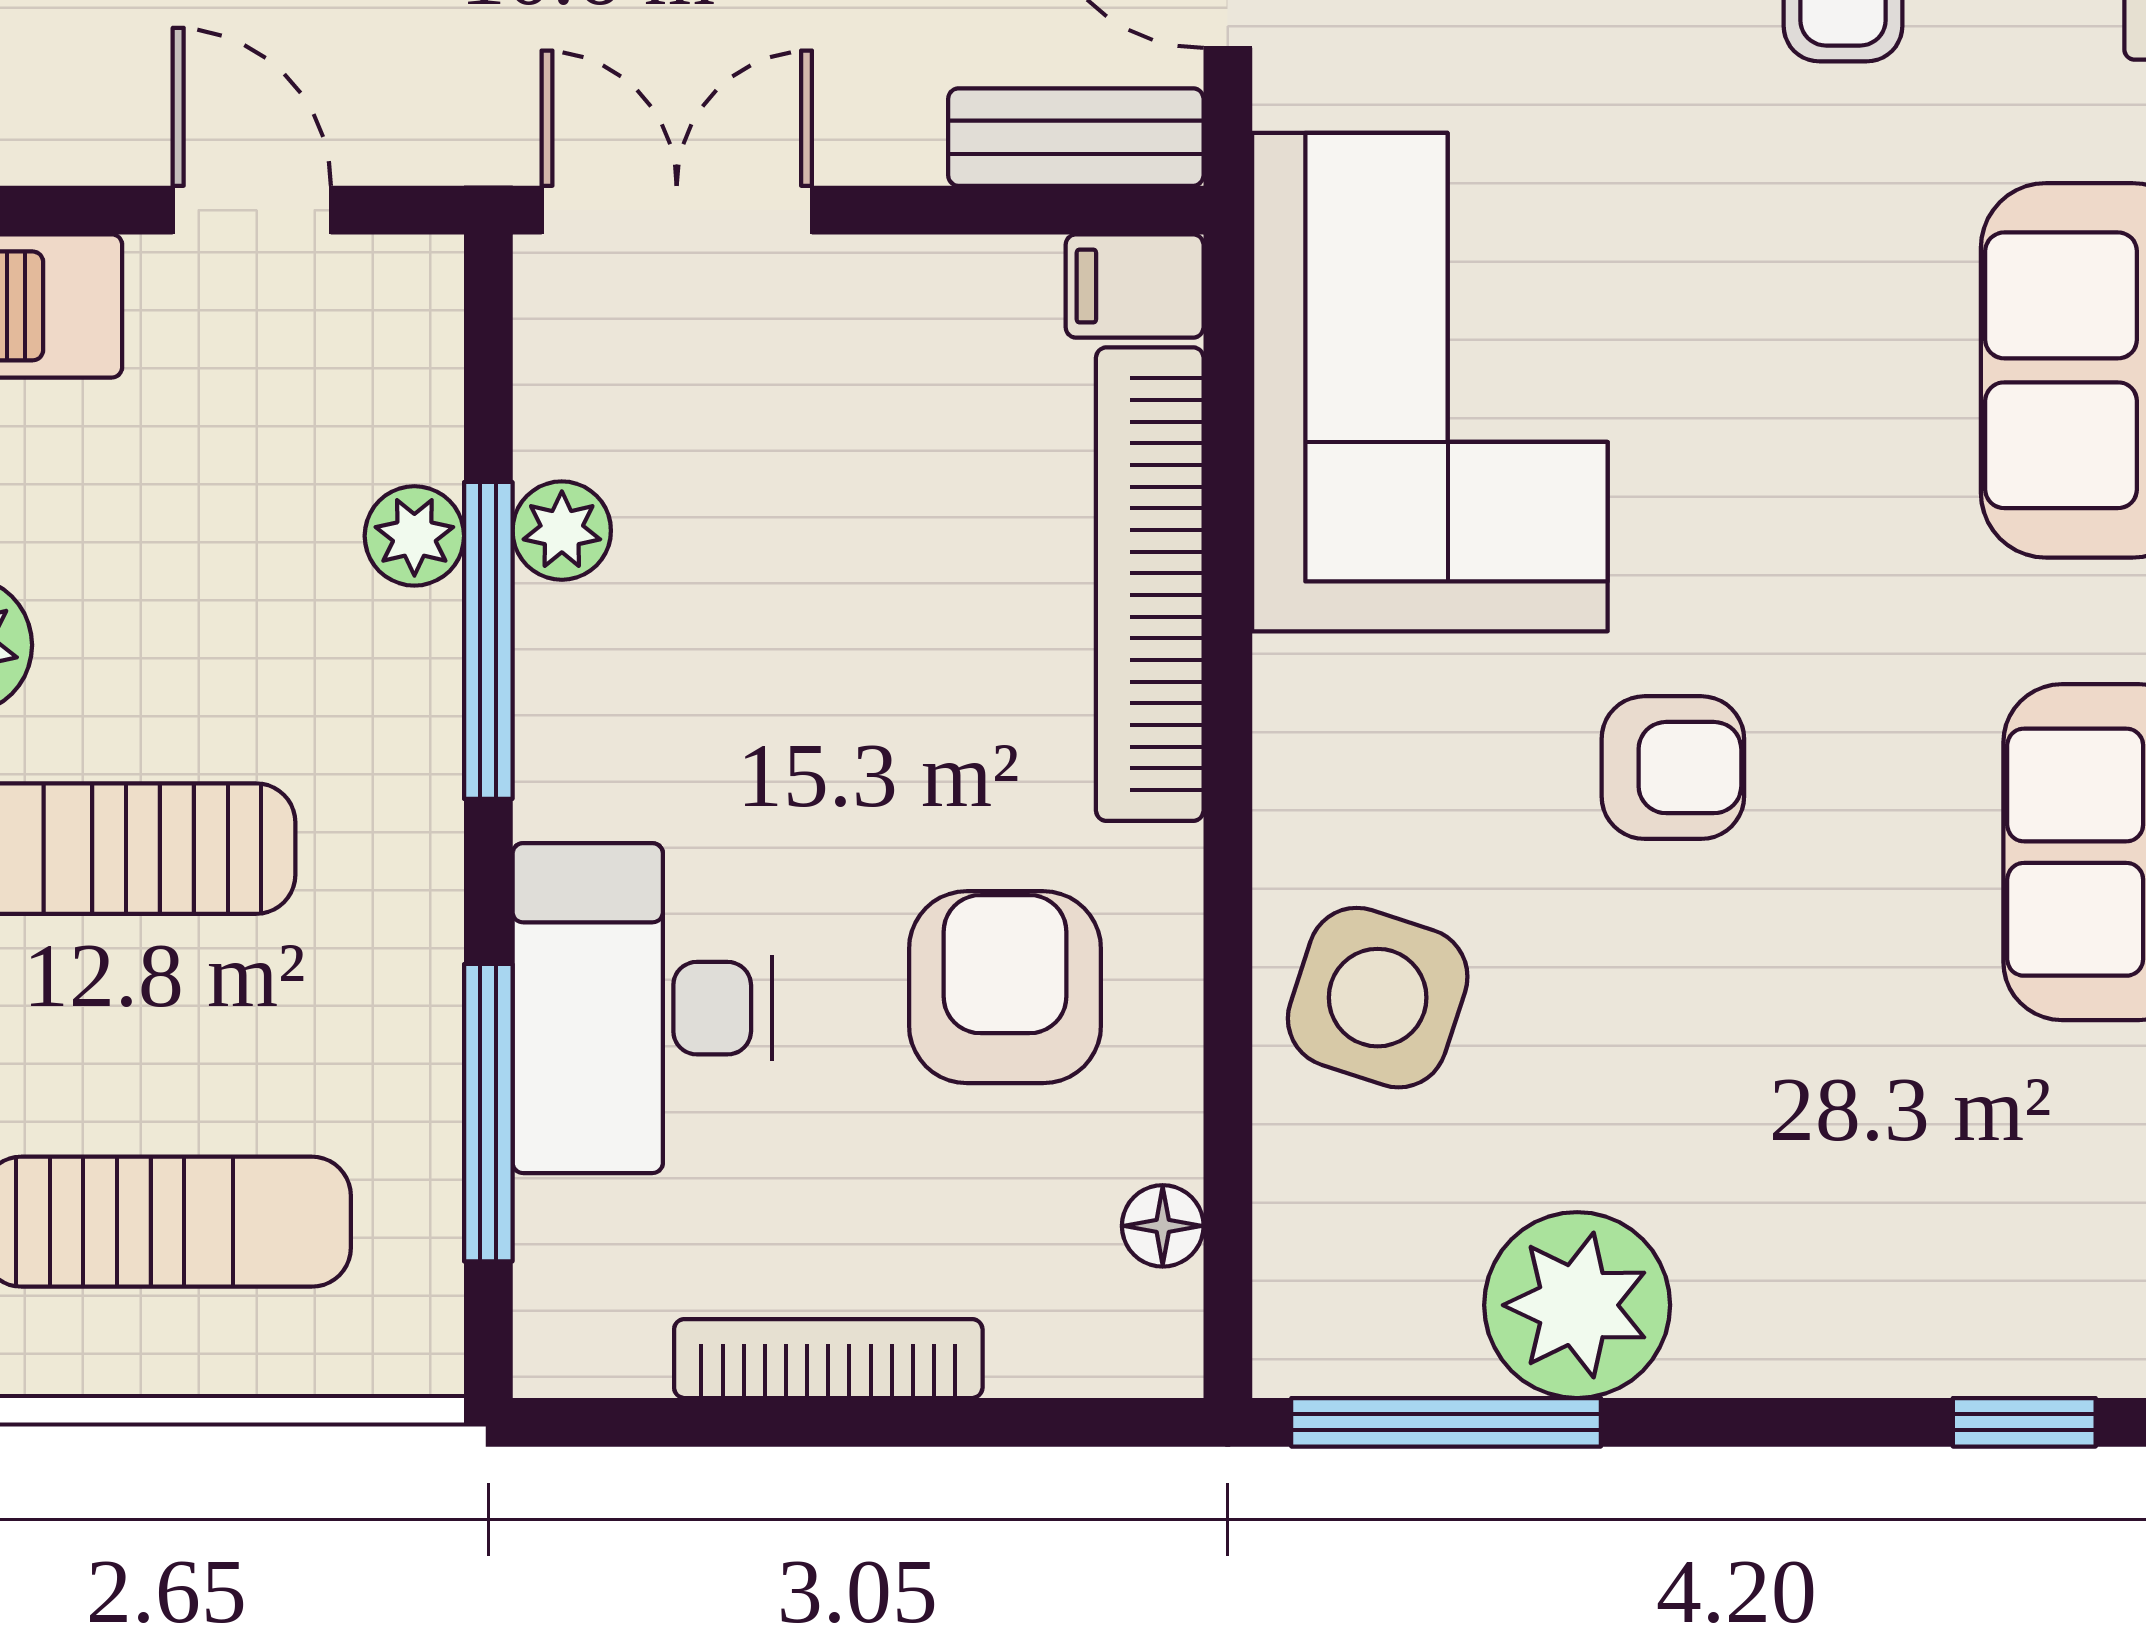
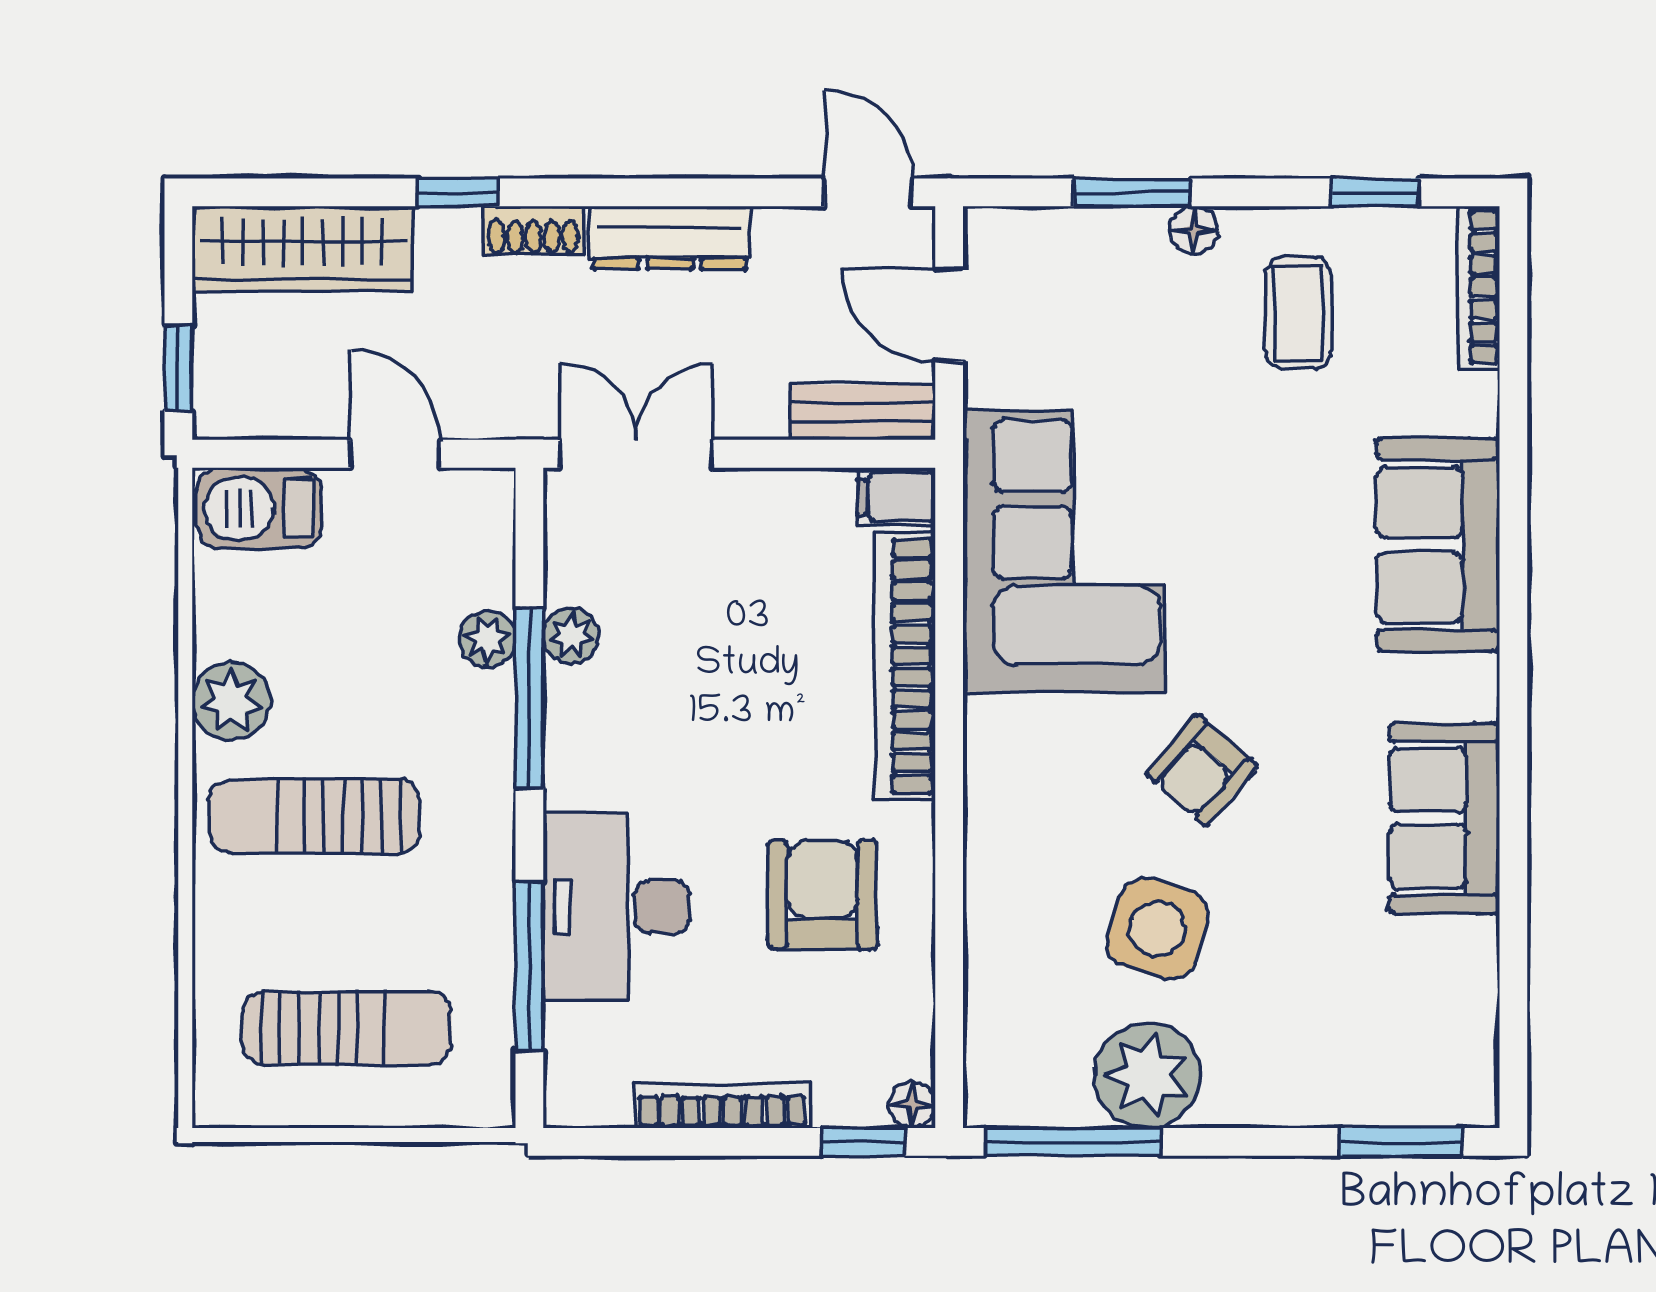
armchair: (1673, 768) -> (1202, 770), turned 131
side table: (1378, 998) -> (1157, 929), moved
floor lamp: (1163, 1226) -> (912, 1105), moved
window: (1077, 1422) -> (863, 1142), added
window: (2024, 1422) -> (1401, 1142), width x1.50

